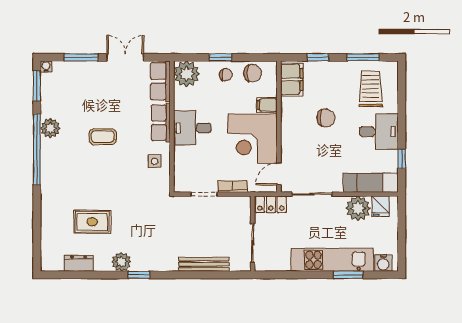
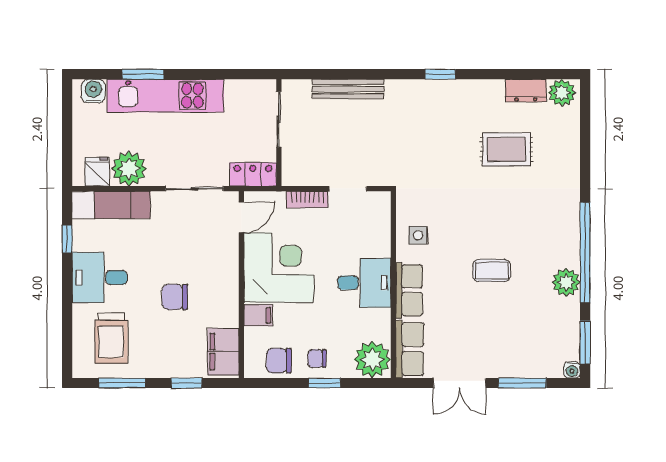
plant: (121, 262) -> (562, 93), moved

